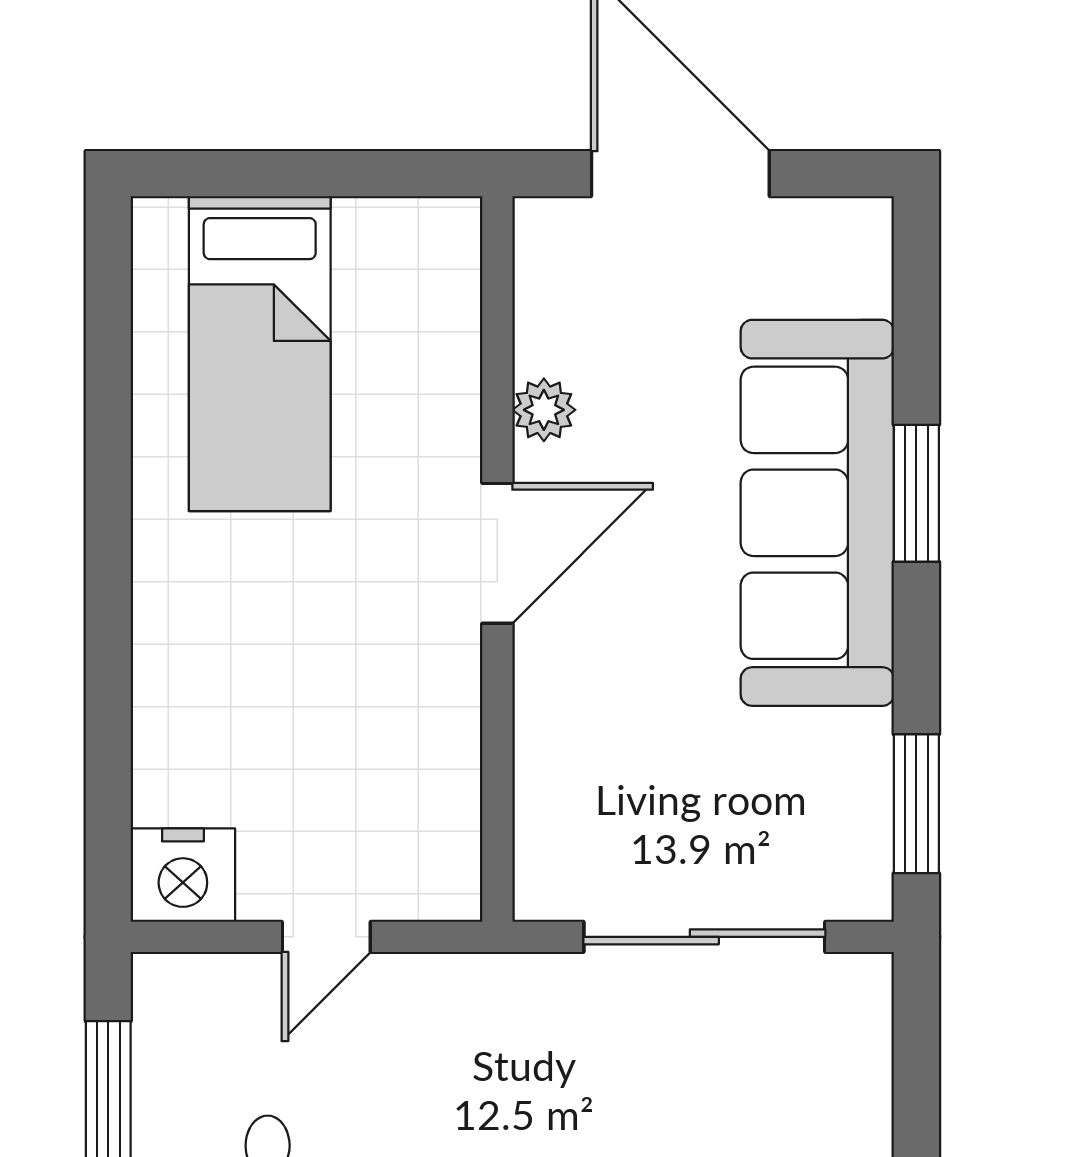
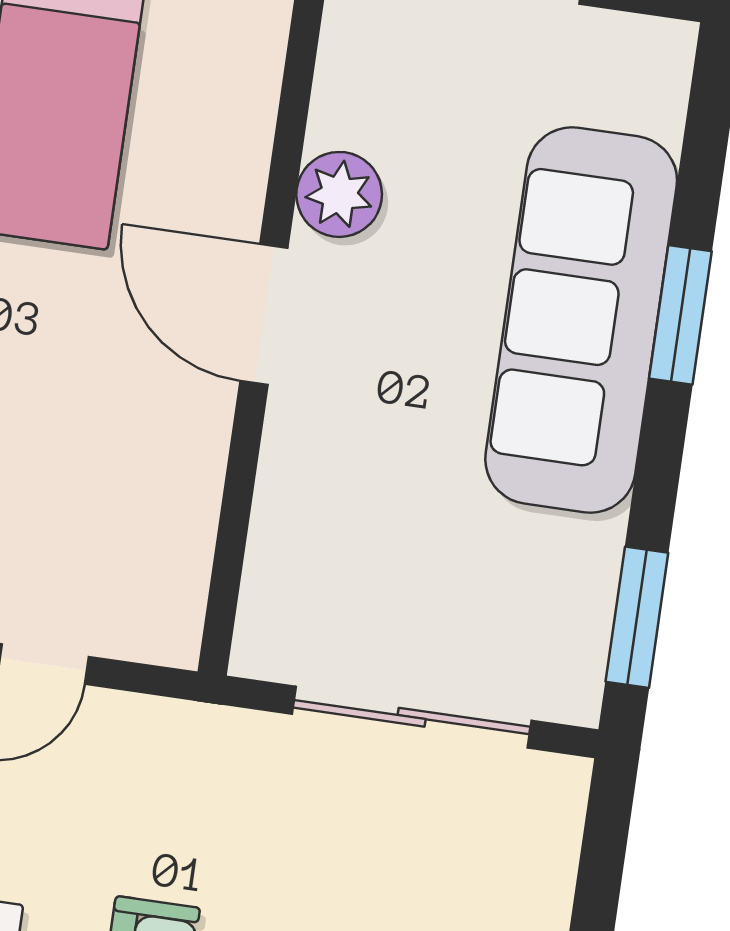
plant: (544, 410) -> (339, 194), width x1.38, depth x1.38
door: (497, 553) -> (264, 314), swing flipped

